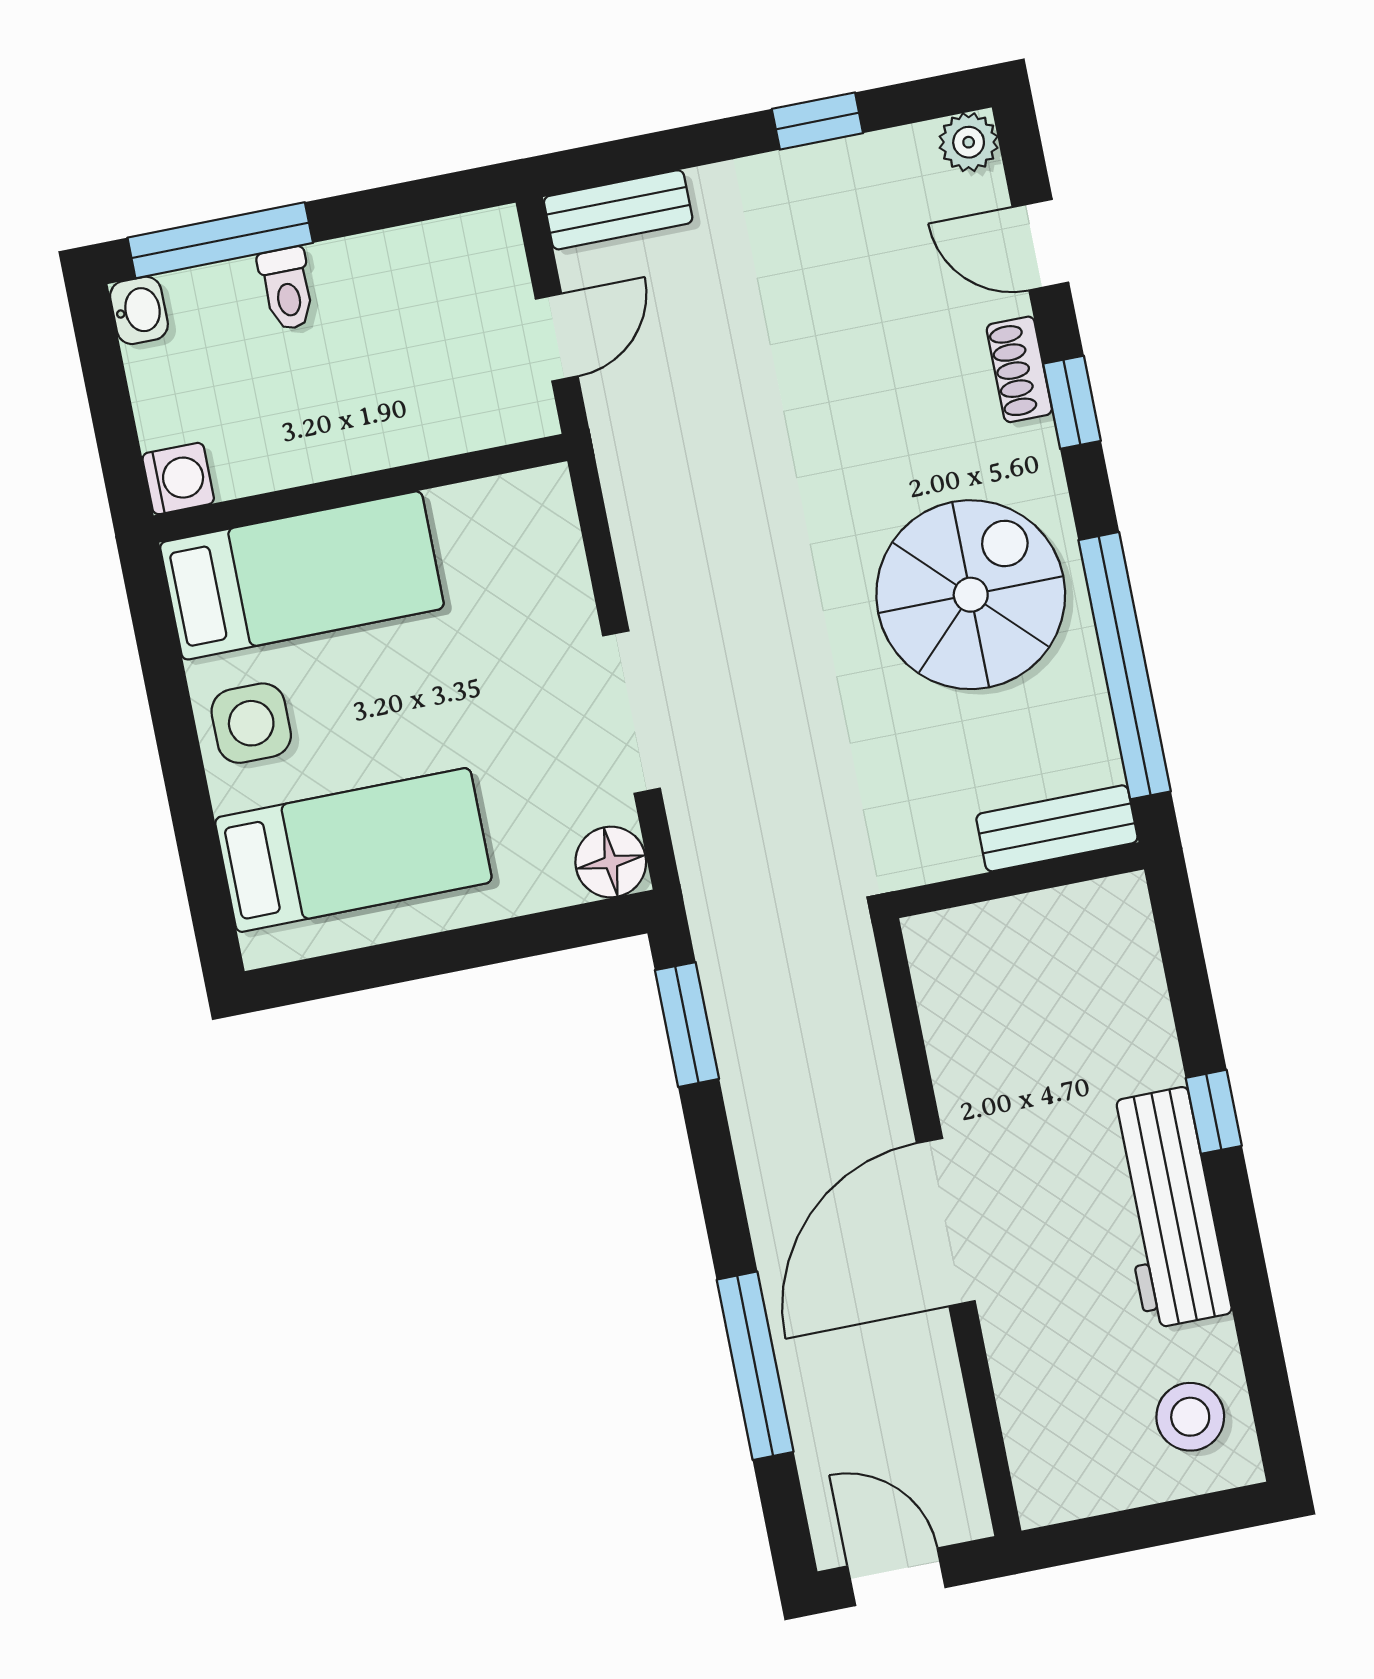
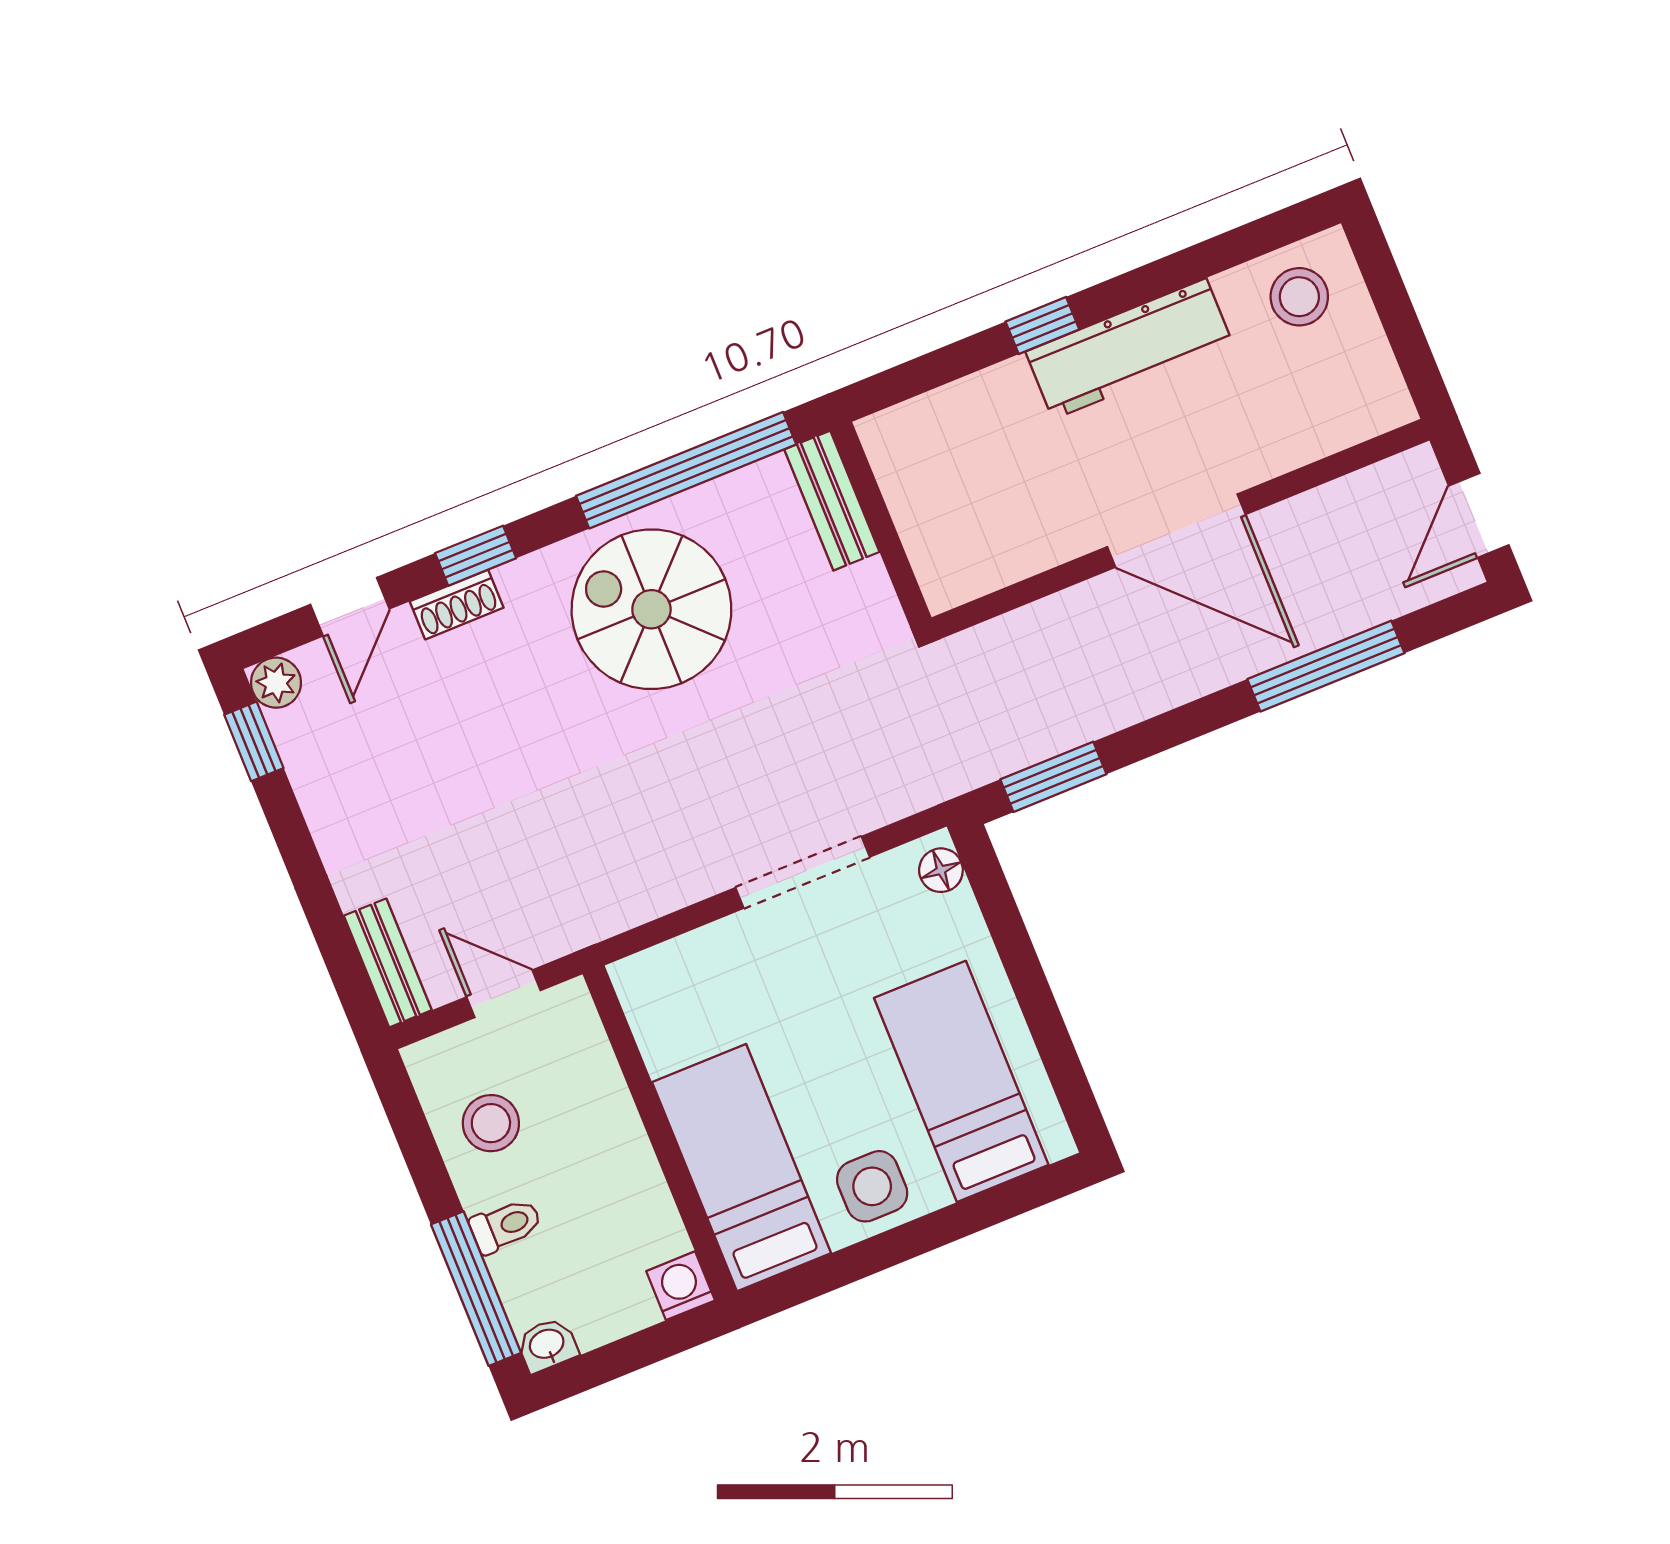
window: (817, 121) -> (254, 741), moved
stool: (409, 294) -> (491, 1123), added
floor lamp: (611, 862) -> (941, 870), width x0.73, depth x0.73

